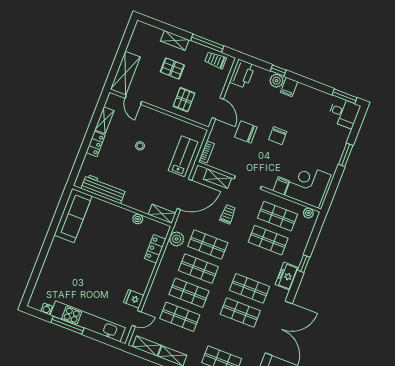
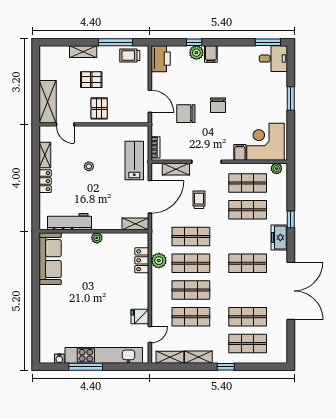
pallet: (184, 100) -> (99, 108), moved
plant: (138, 219) -> (97, 238), moved
plant: (177, 239) -> (159, 261), moved
shop shelf: (240, 312) -> (248, 317), moved

